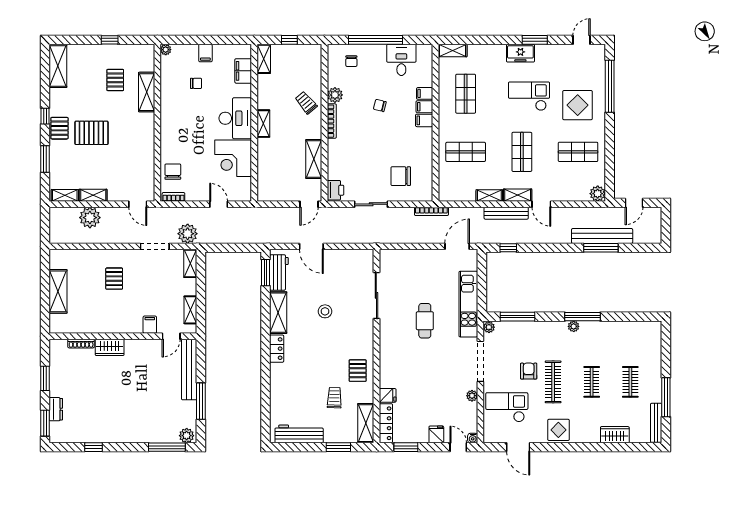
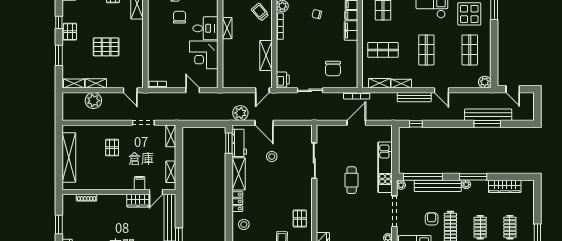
desk: (235, 118) -> (205, 28), width x0.73
filing cabinet: (424, 120) -> (351, 31), width x2.00
pallet: (91, 133) -> (106, 47), moved
shop shelf: (578, 152) -> (470, 50), turned 90
chair: (173, 172) -> (179, 17), moved
chair: (401, 176) -> (333, 69), turned -90
shelving: (518, 195) -> (379, 83), moved
door: (634, 203) -> (513, 89), hinge flipped
plant: (188, 234) -> (240, 113), moved
door: (457, 246) -> (356, 123), moved
shelving: (58, 291) -> (69, 157), width x1.47
stool: (325, 311) -> (272, 157), moved
window: (518, 317) -> (423, 177), width x1.46
bench: (537, 328) -> (438, 186), added
wardrobe: (623, 329) -> (505, 186), added
wardrobe: (110, 347) -> (138, 201), moved
stool: (285, 378) -> (244, 224), added

